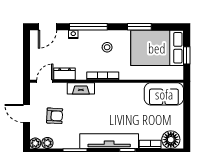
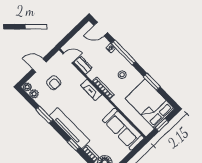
fireplace: (81, 88) -> (91, 90), moved
sofa: (164, 94) -> (123, 129), width x1.36
door: (26, 114) -> (39, 65), hinge flipped

